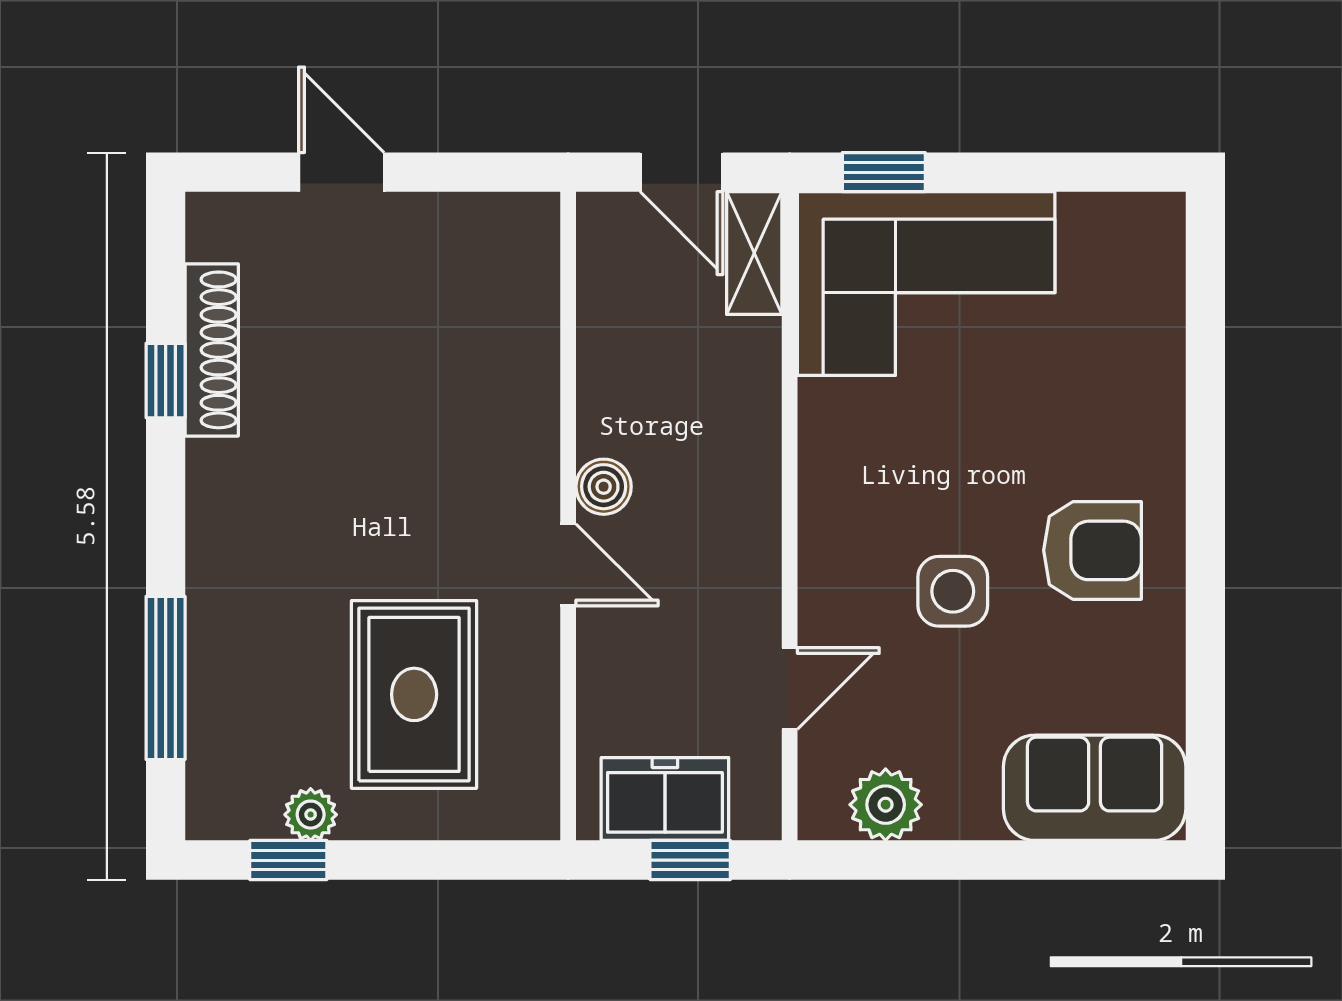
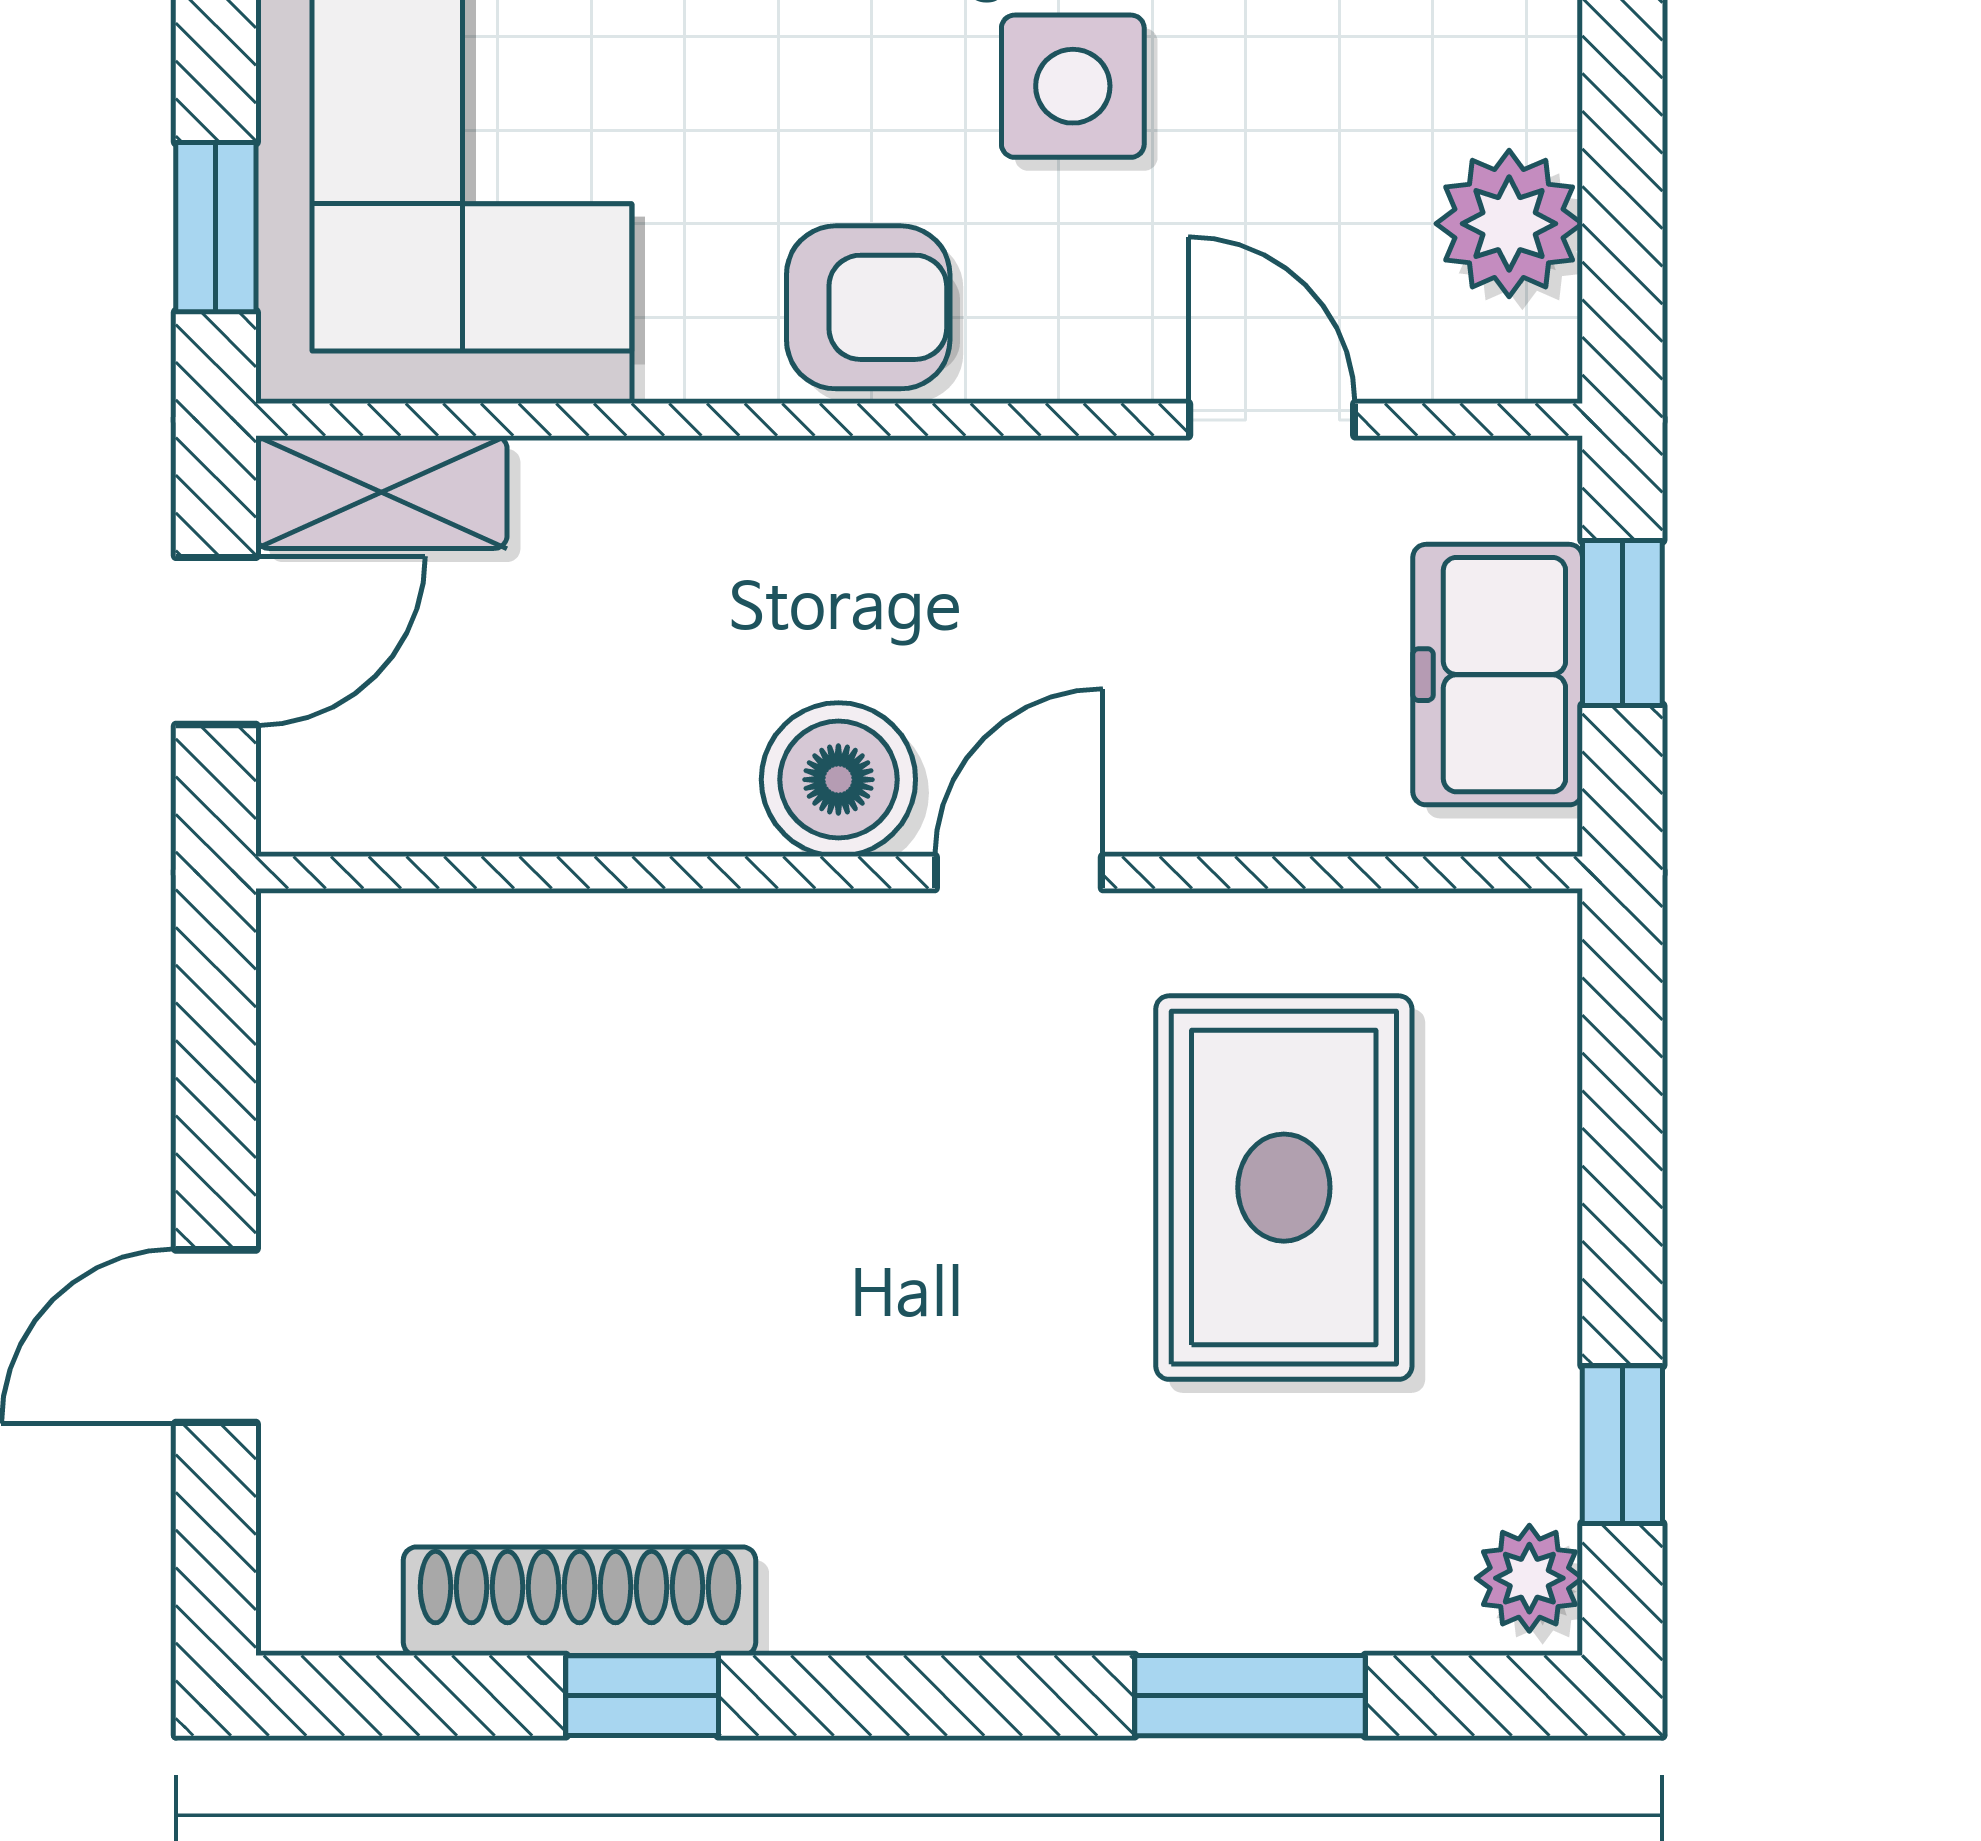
boiler: (604, 487) -> (838, 780), width x1.36, depth x1.36
armchair: (845, 491) -> (868, 307), added
window: (166, 678) -> (1250, 1696), width x0.69
rug: (414, 694) -> (1284, 1188), turned 90
plant: (311, 815) -> (1529, 1578), moved

